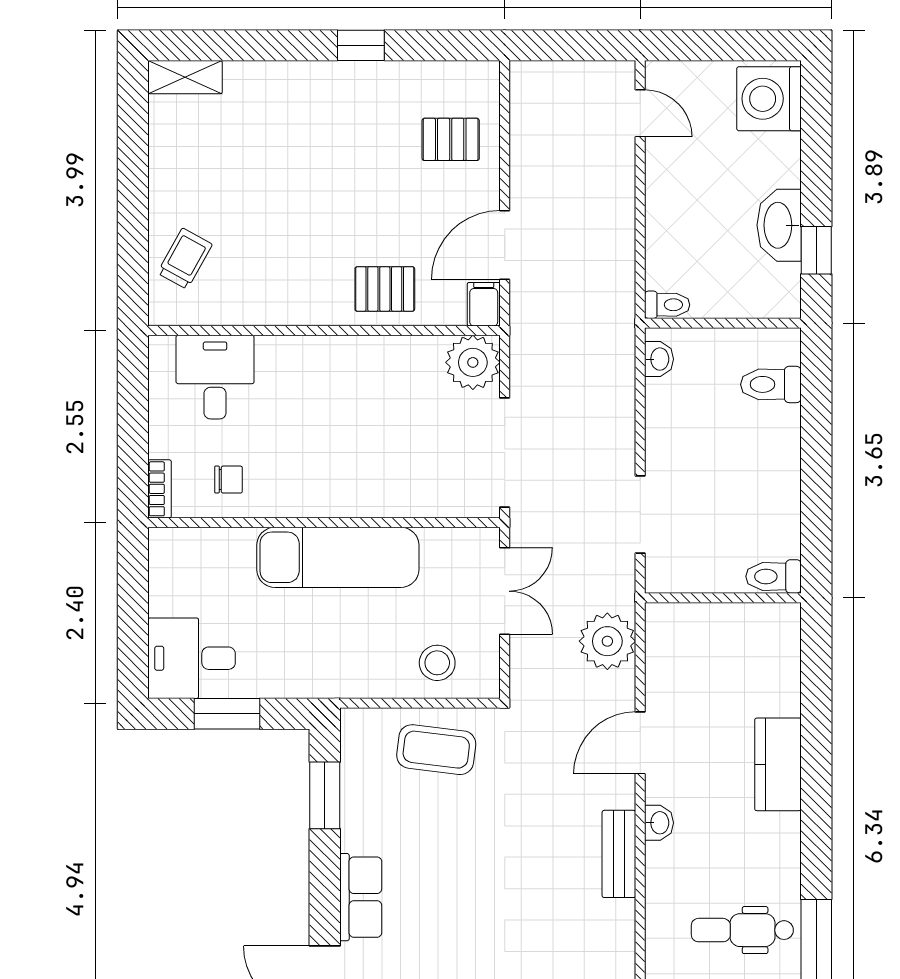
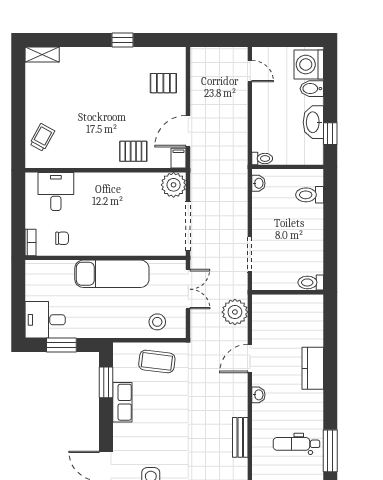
bidet: (776, 151) -> (312, 89), added
bench: (619, 854) -> (240, 437), moved
row of seats: (361, 897) -> (122, 402), moved

